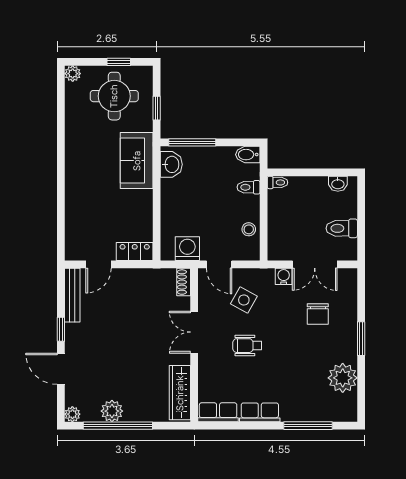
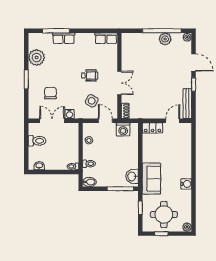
water cooler: (74, 151) -> (186, 184), added
wardrobe: (180, 393) -> (127, 49), removed
row of seats: (260, 412) -> (64, 38), moved

